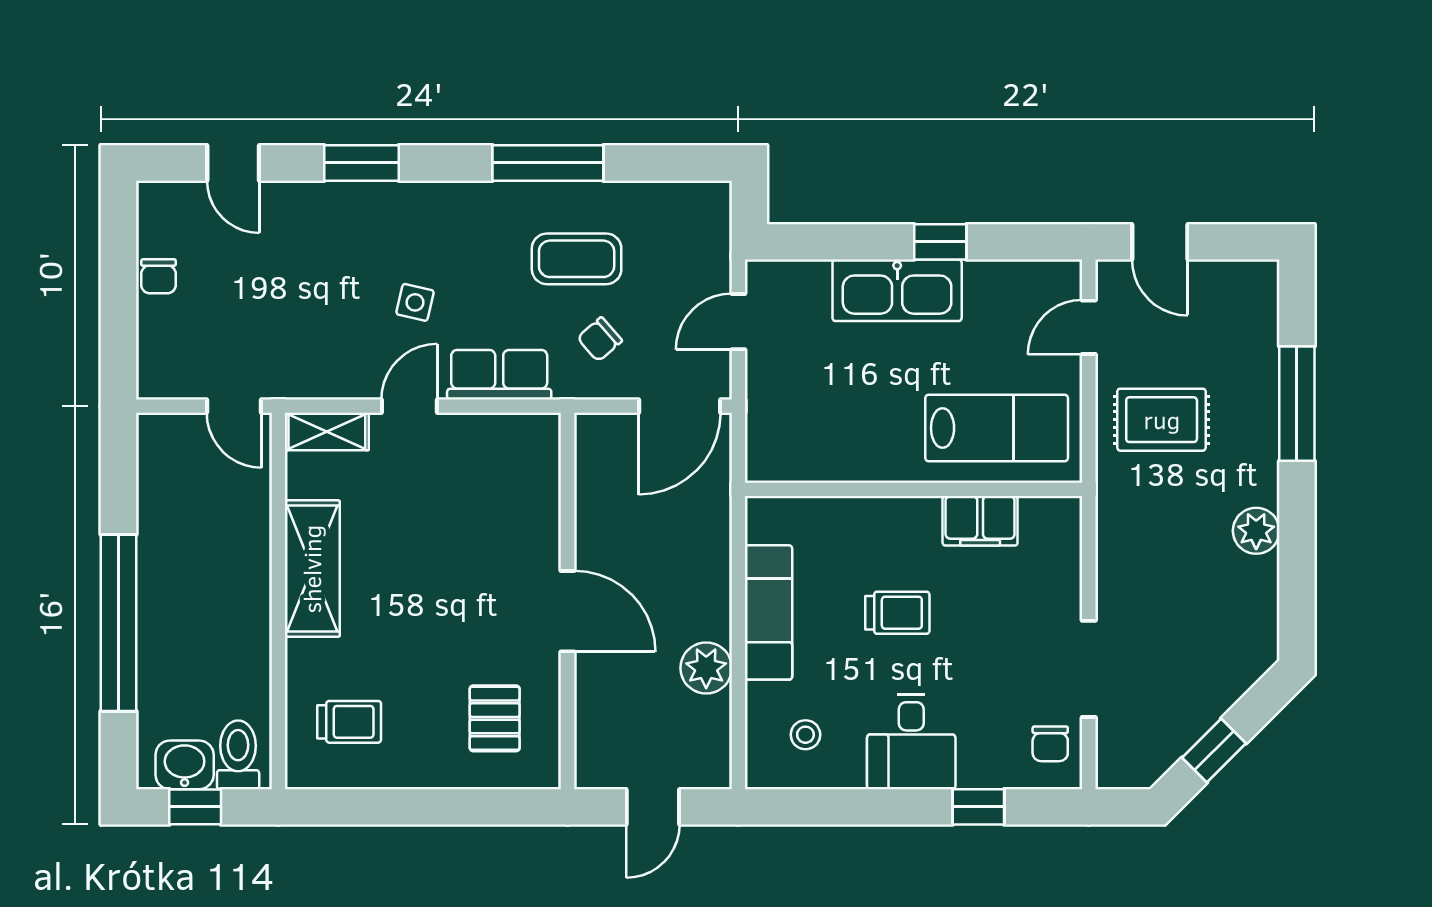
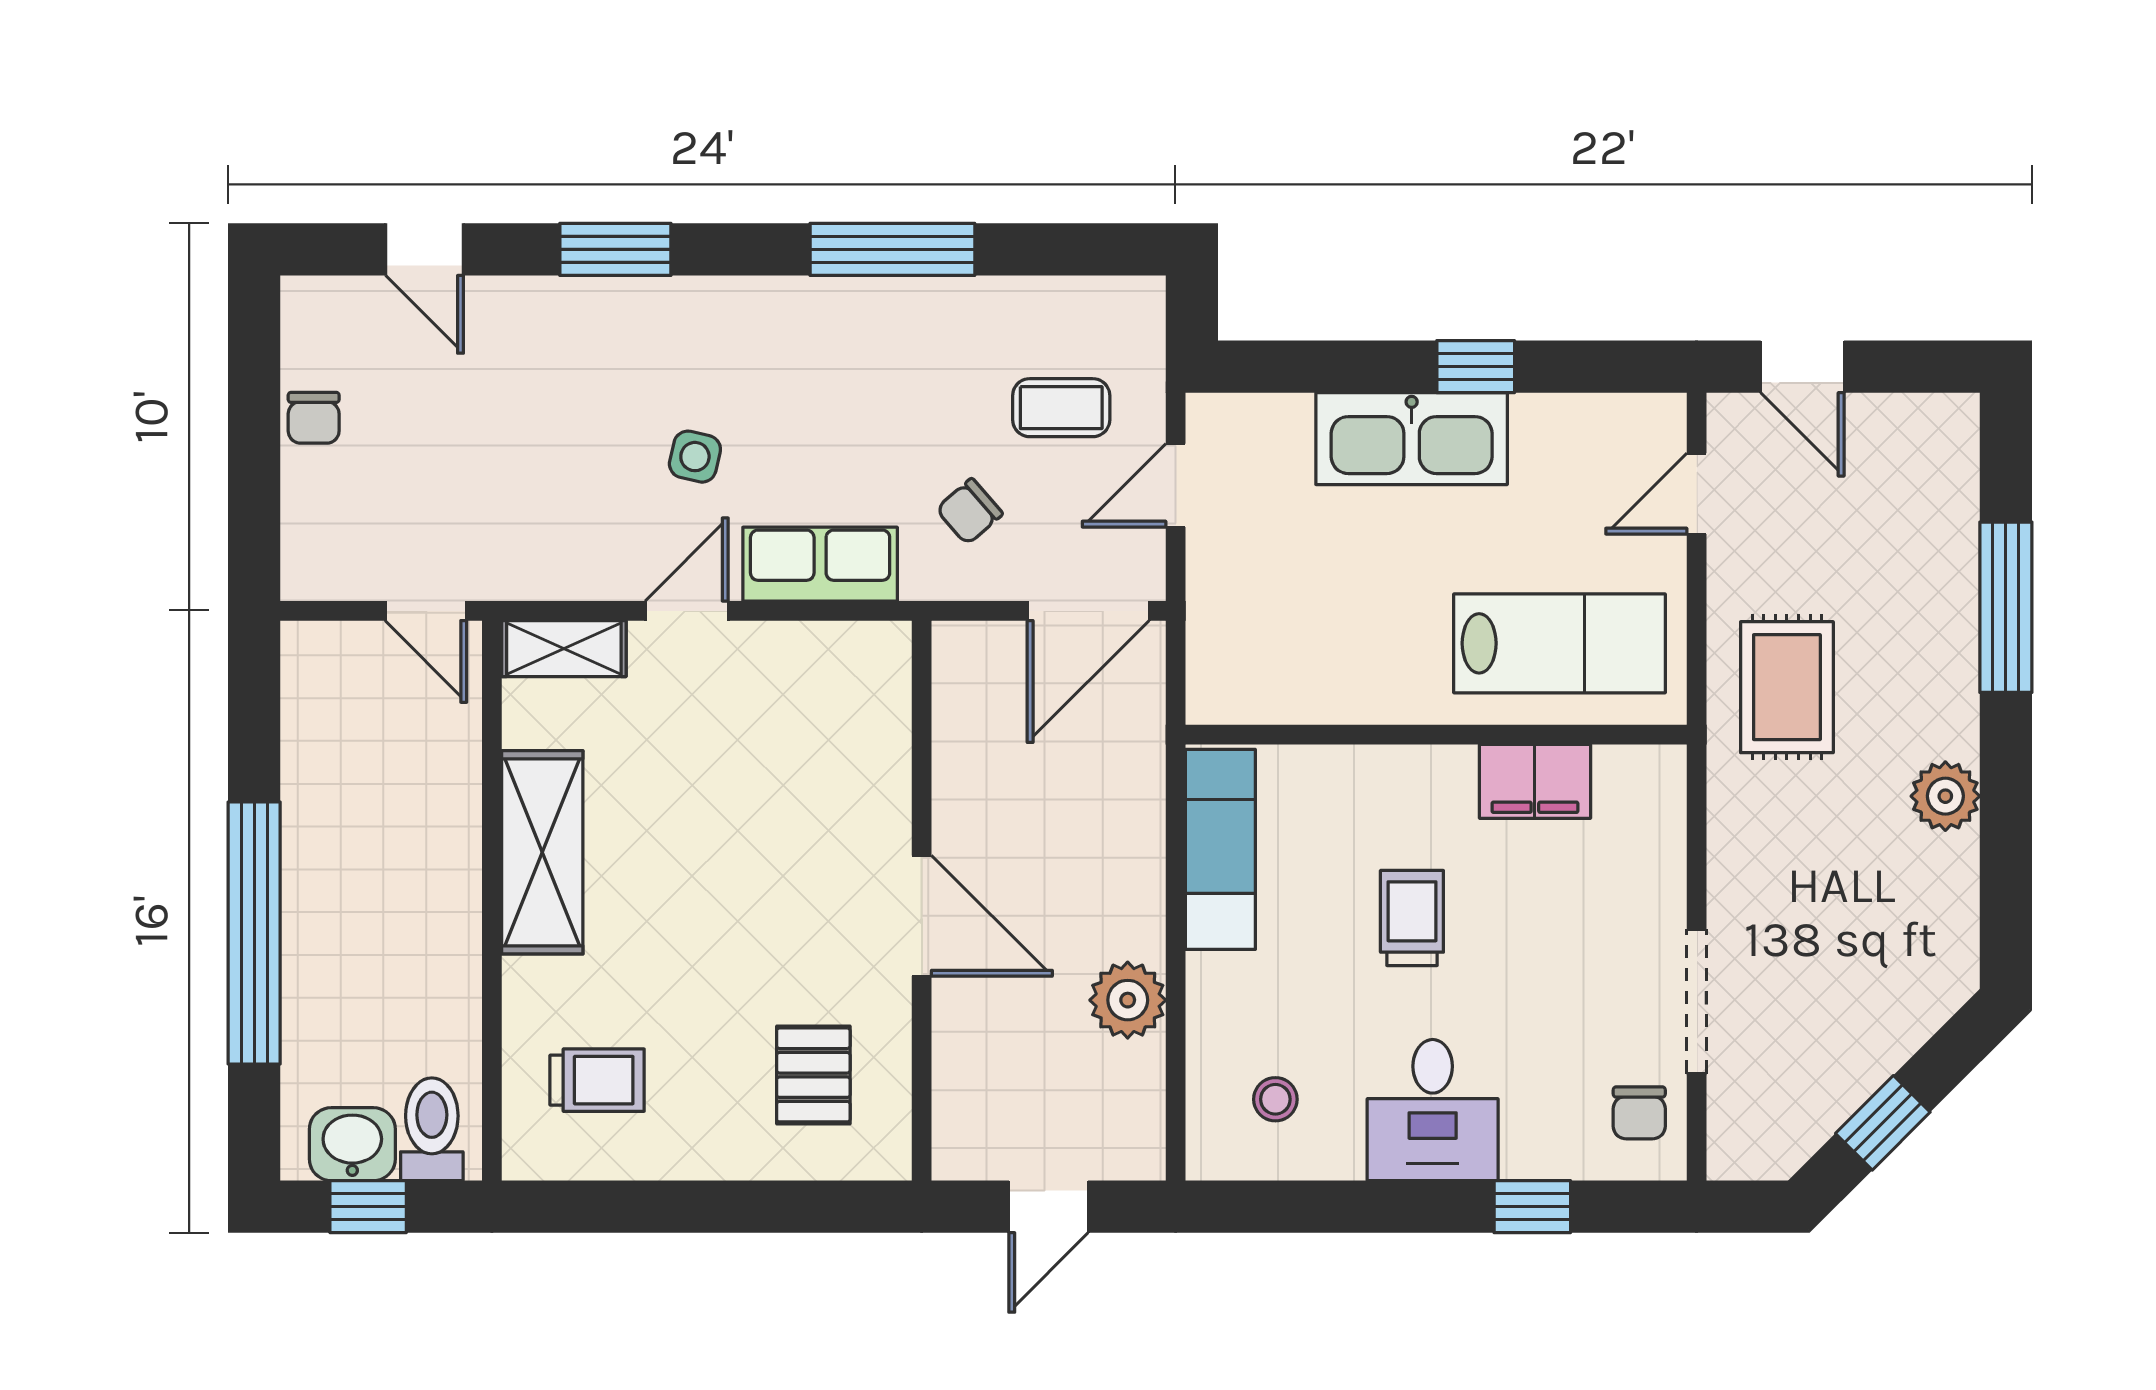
coffee table: (577, 259) -> (1061, 408), moved, width x0.73, depth x0.77
rug: (1162, 420) -> (1787, 687), moved, turned 90
exam couch: (768, 612) -> (1220, 849), moved
trolley: (897, 613) -> (1412, 918), turned -90

